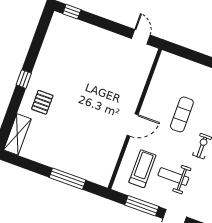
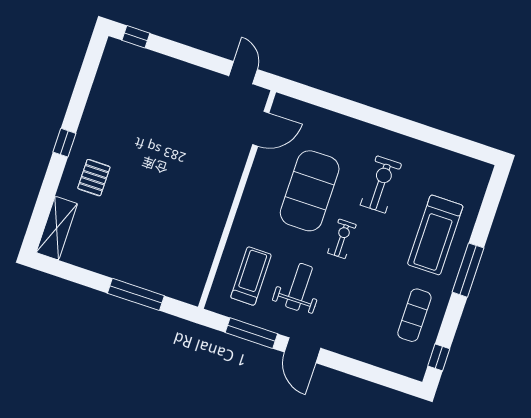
exercise mat: (182, 114) -> (310, 191), width x2.00, depth x1.45
door: (133, 125) -> (261, 129), moved
weight bench: (173, 177) -> (299, 287), turned 90

